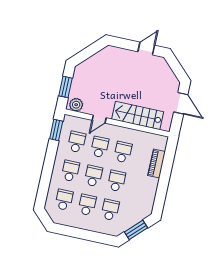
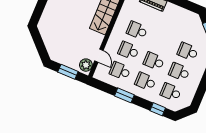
door: (99, 119) -> (99, 56), moved
window: (56, 130) -> (124, 95), moved
school desk: (117, 181) -> (162, 41), removed
window: (43, 189) -> (158, 109), added

